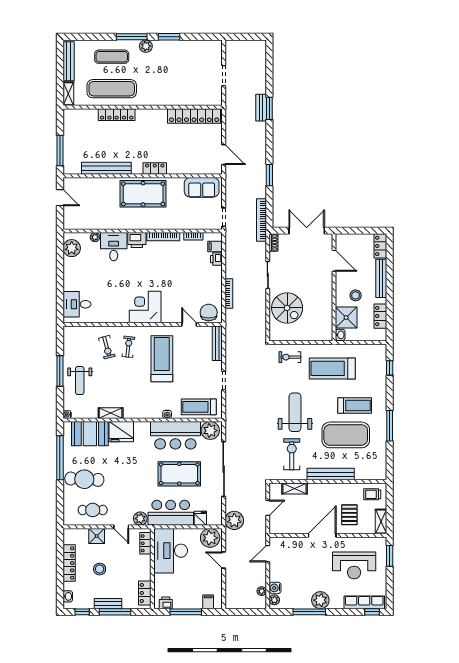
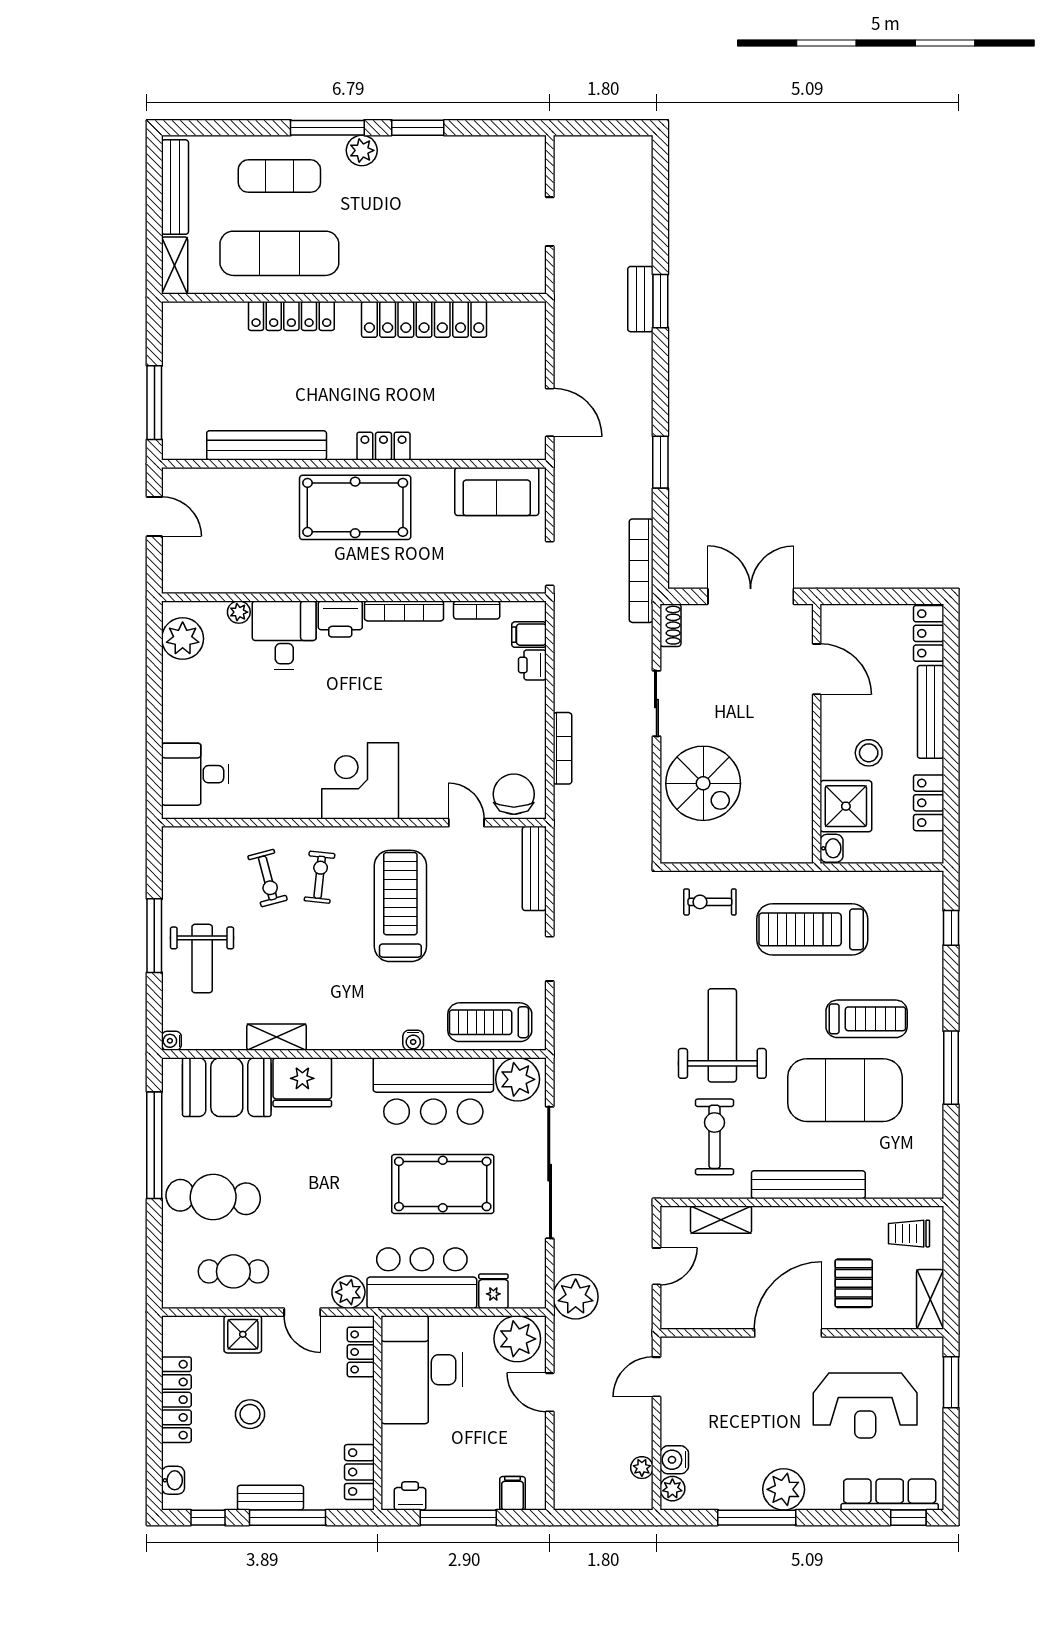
locker: (194, 116) -> (424, 319), moved

